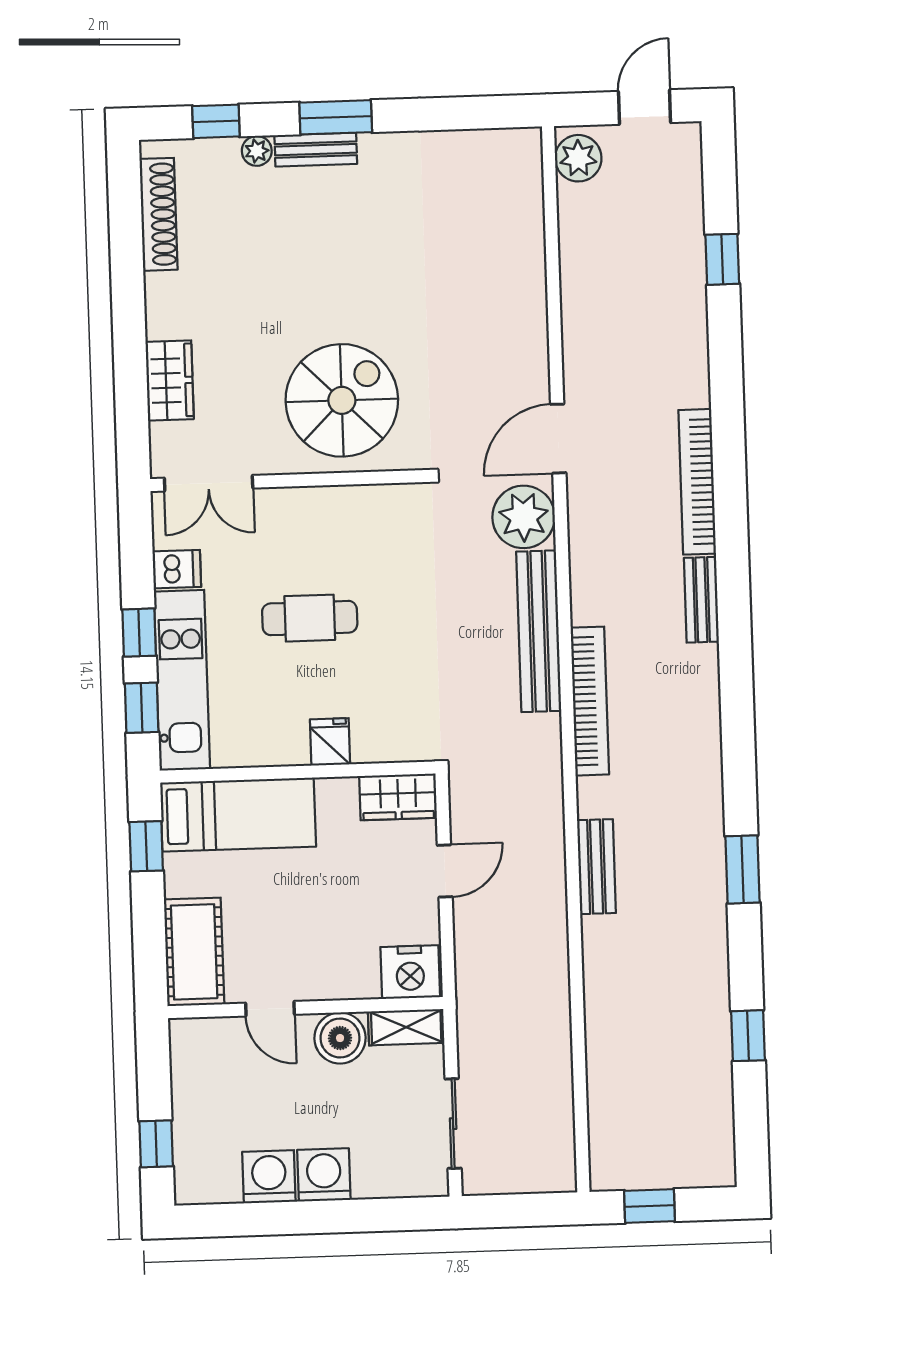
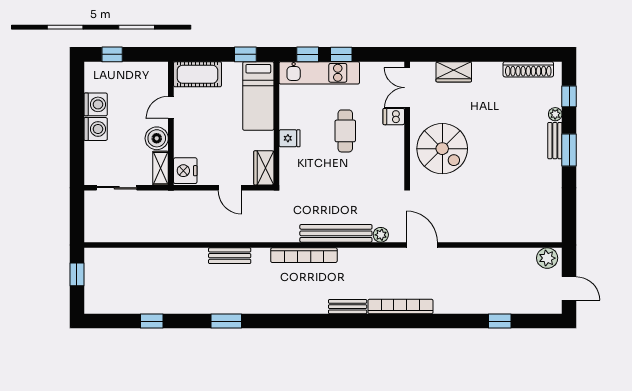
plant: (524, 517) -> (381, 235), width x0.53, depth x0.53
dishwasher: (177, 569) -> (394, 117), moved, turned 90

